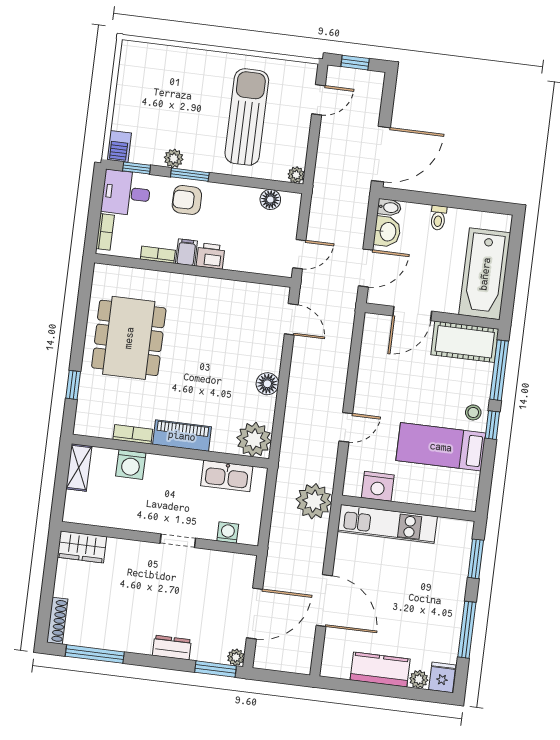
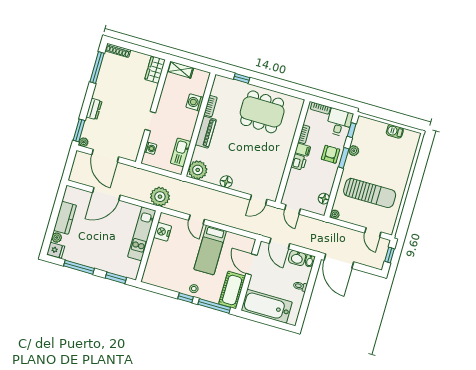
barbecue: (119, 146) -> (395, 131), moved
bed: (441, 447) -> (210, 250), moved, turned 180
shelving: (79, 467) -> (180, 70), moved

